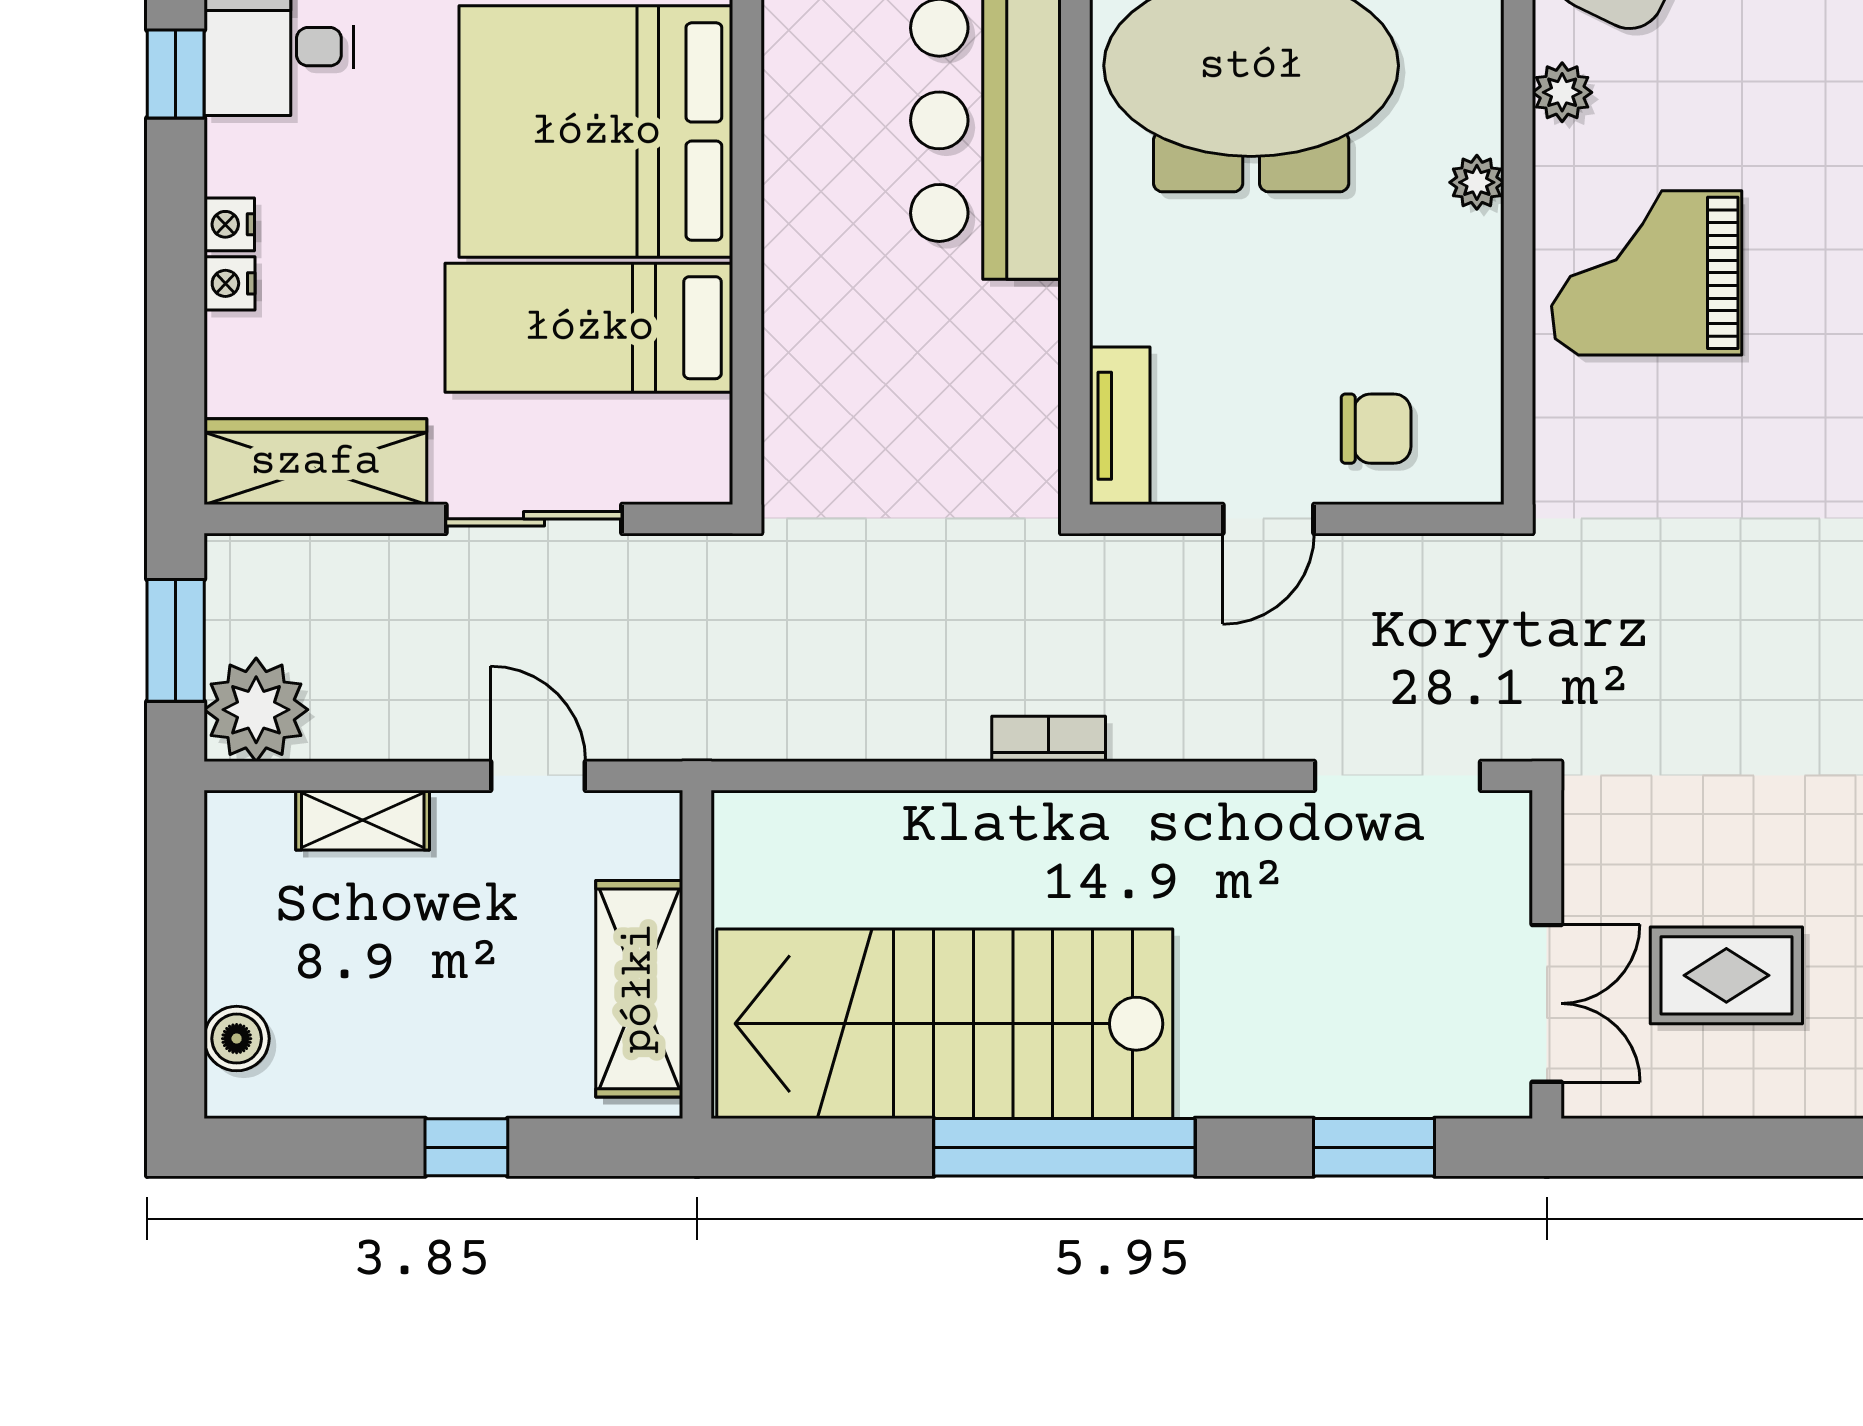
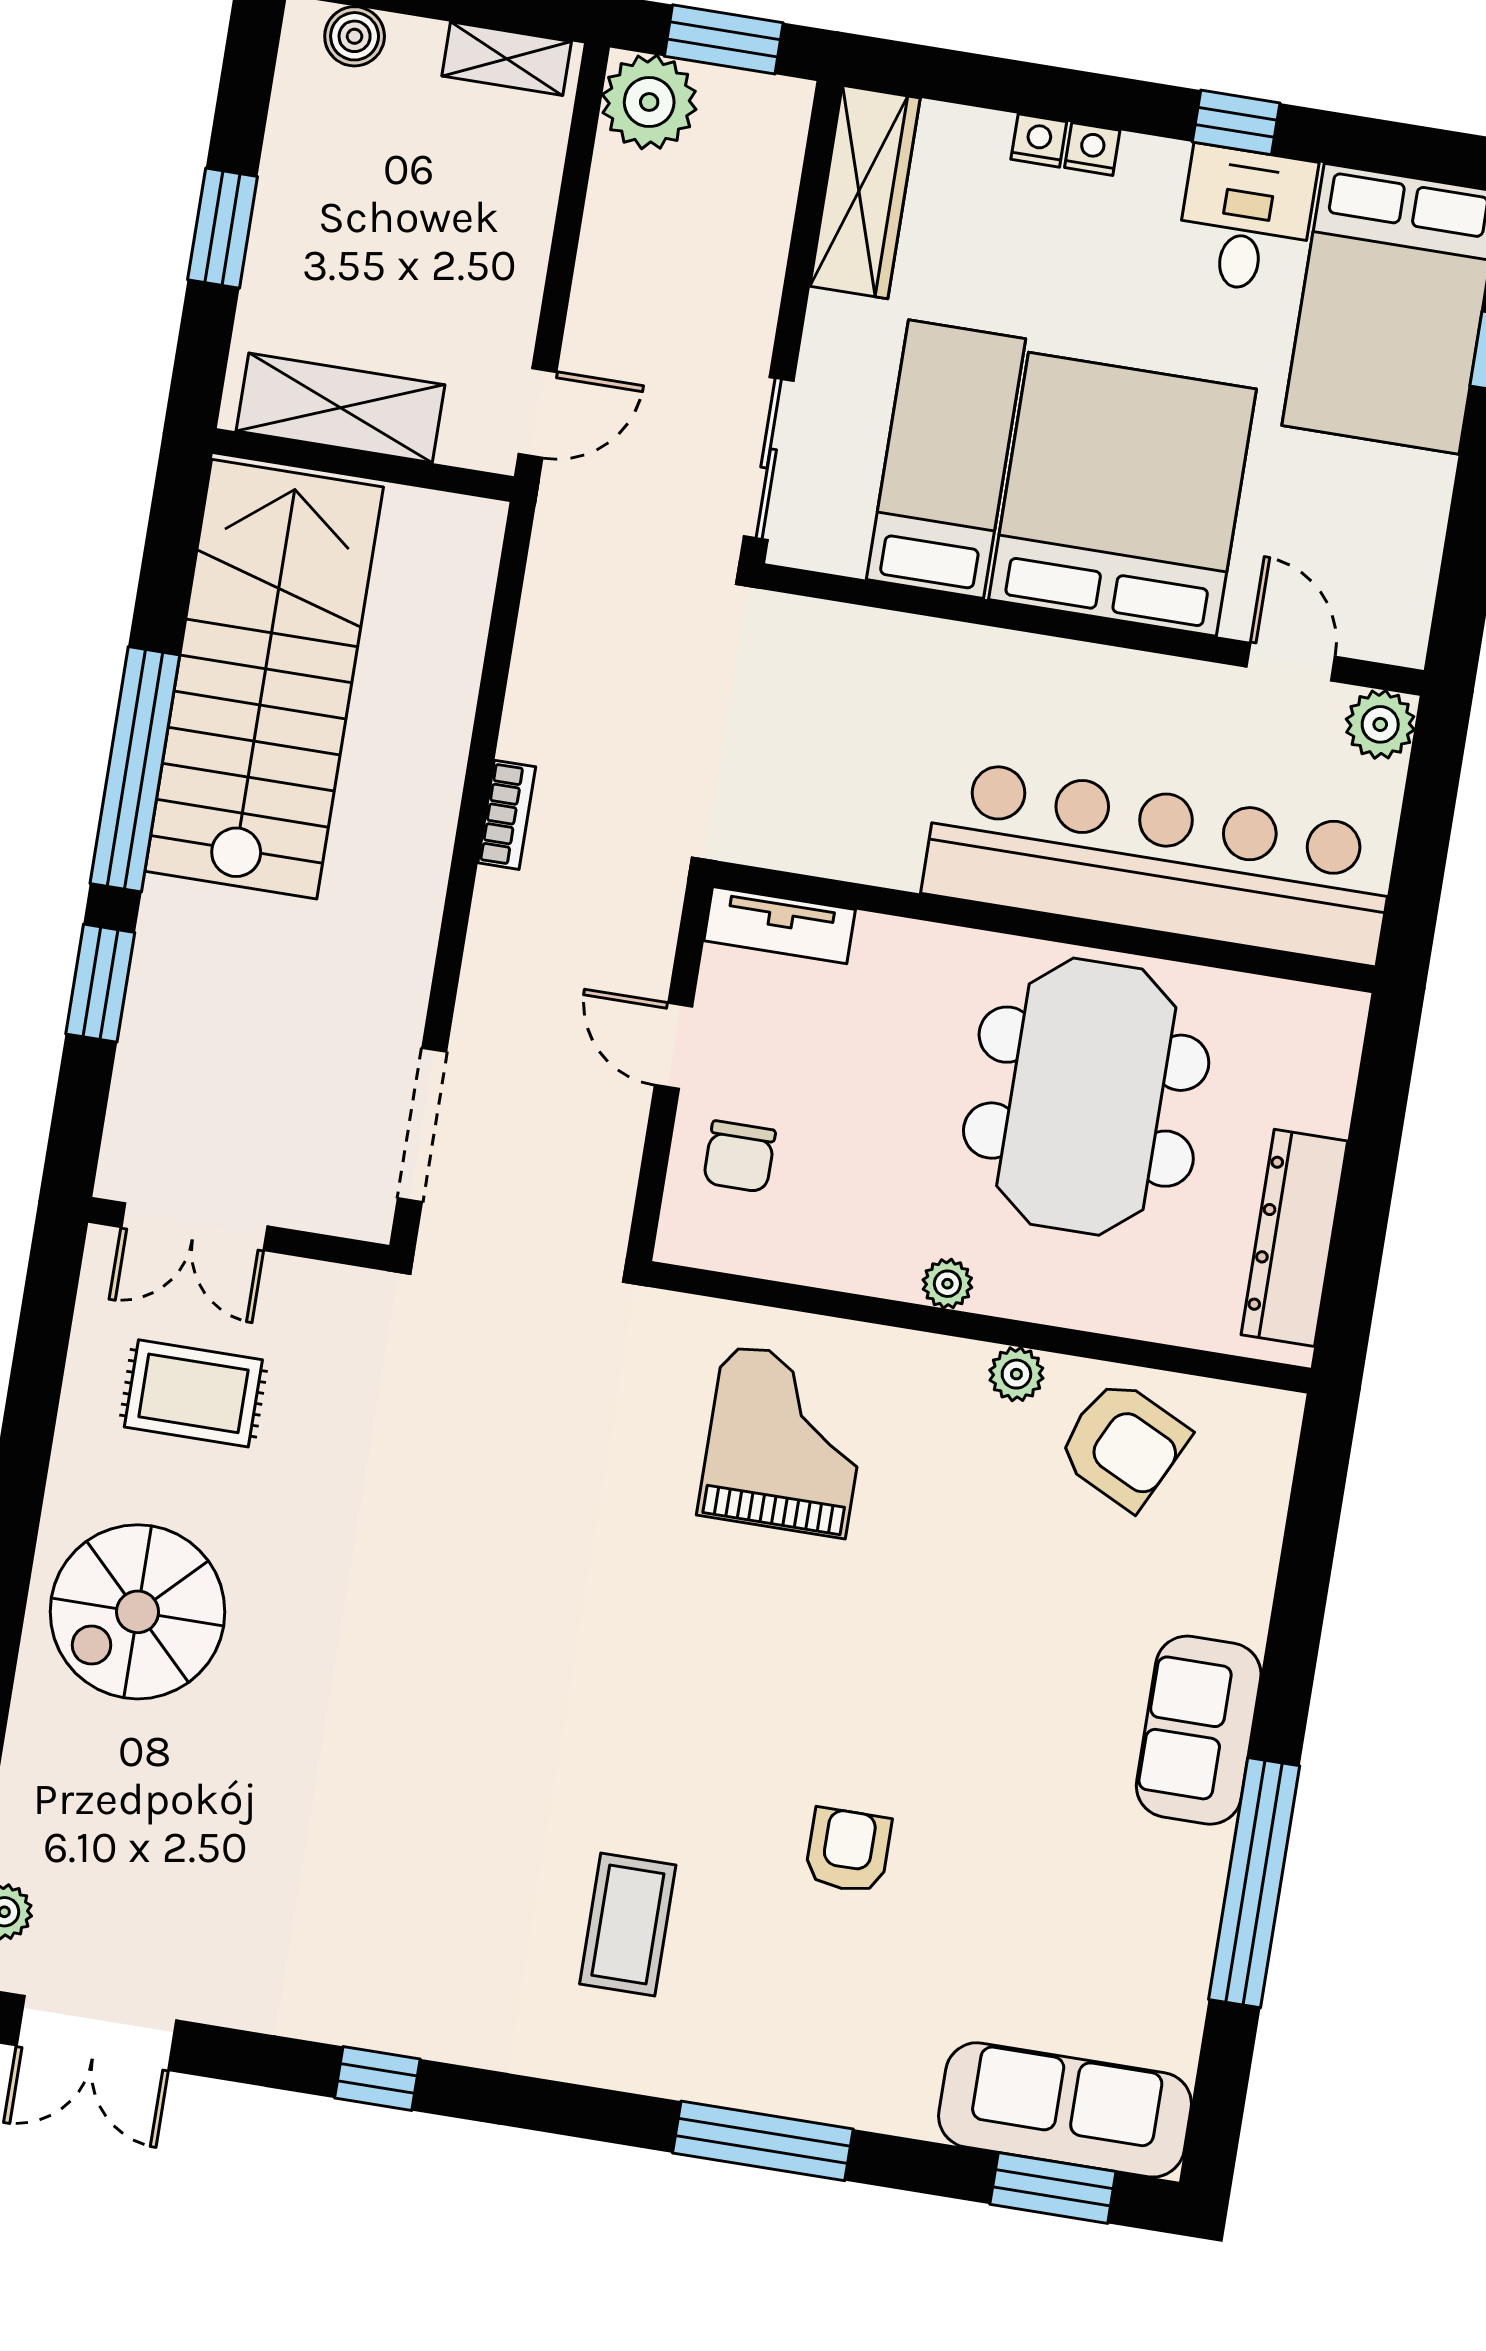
grand piano: (1647, 273) -> (785, 1441), moved
sliding door: (534, 519) -> (769, 458), moved
door: (538, 776) -> (537, 413), moved
shelving: (363, 820) -> (507, 59), moved, turned 90
rug: (1726, 975) -> (193, 1393), turned 90
window: (466, 1147) -> (223, 228), width x1.50
window: (1374, 1147) -> (100, 983), moved

